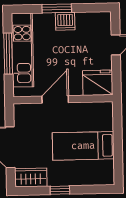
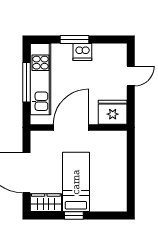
door: (55, 99) -> (71, 127), width x1.36
bed: (83, 146) -> (76, 182), moved, turned 90

